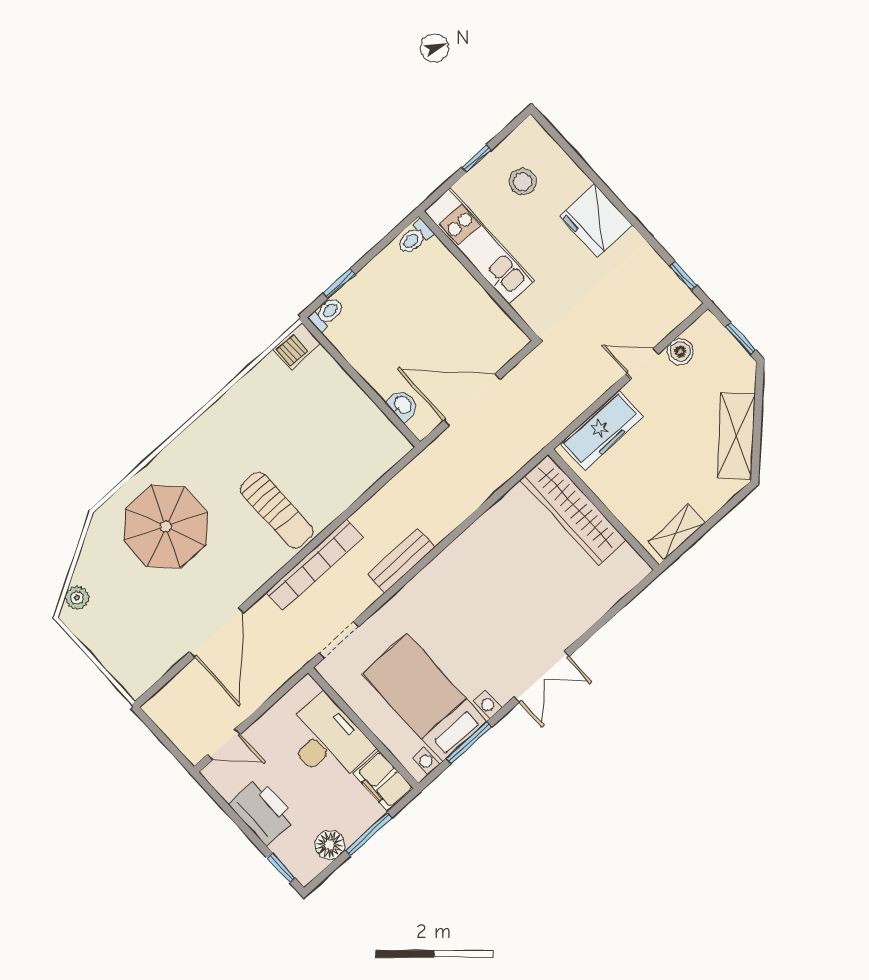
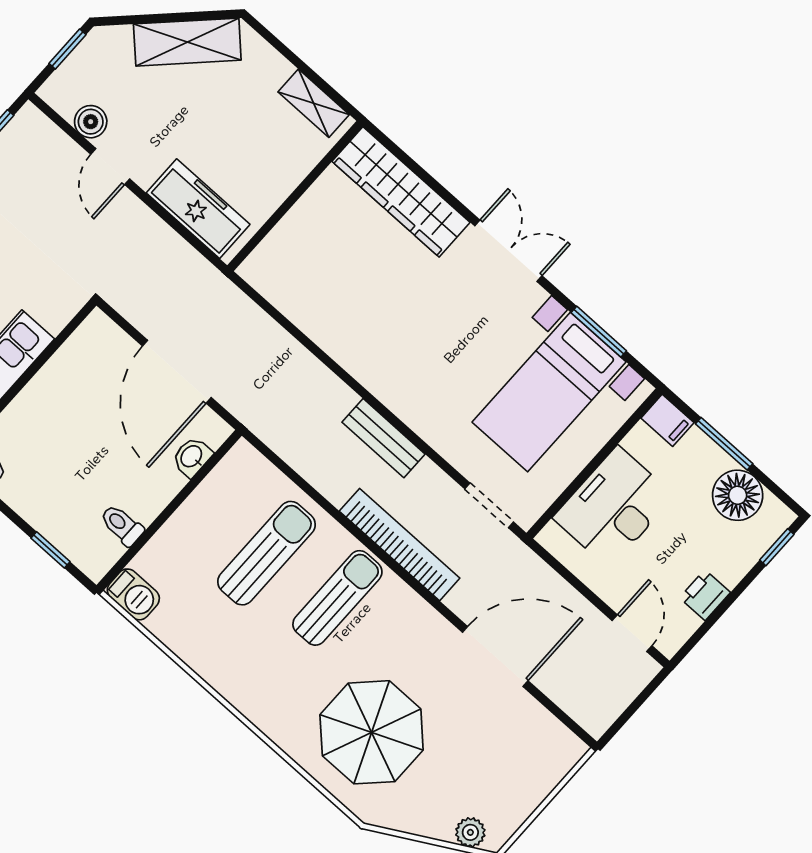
toilet: (327, 314) -> (122, 525), moved
sun lounger: (319, 457) -> (266, 553), added
wardrobe: (573, 510) -> (401, 192), moved, turned 90
filing cabinet: (383, 781) -> (667, 420), width x0.50
printer: (262, 811) -> (705, 595), width x0.53, depth x0.68
floor lamp: (330, 845) -> (738, 495), width x1.38, depth x1.38

